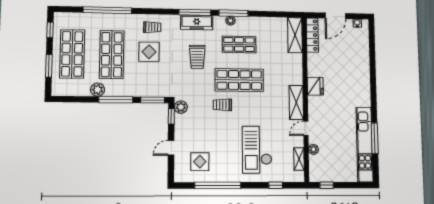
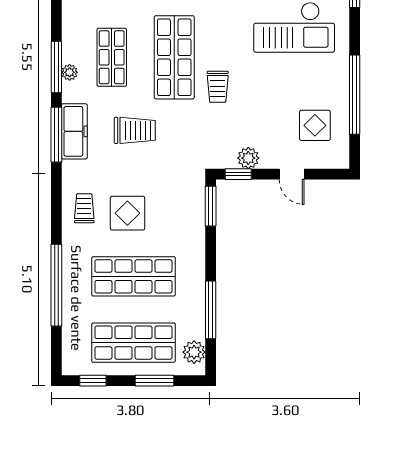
plant: (98, 90) -> (194, 352), moved
window: (116, 100) -> (211, 310), moved
plant: (181, 107) -> (248, 158), moved

